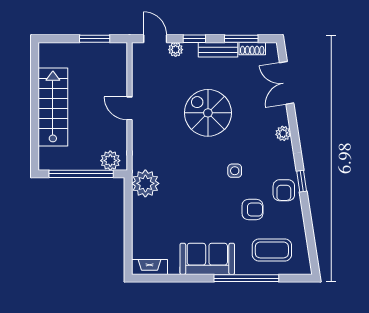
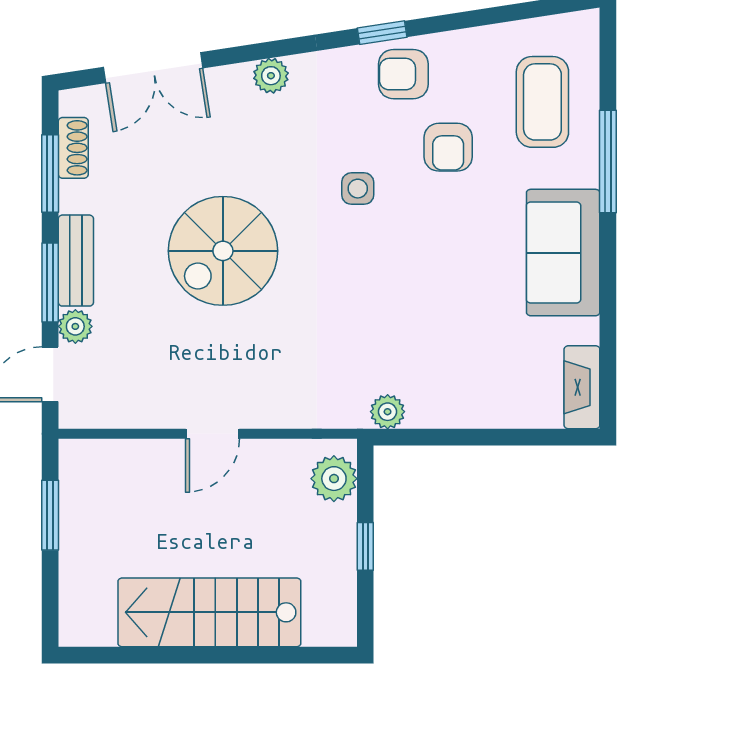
window: (194, 39) -> (50, 282), width x1.50
bench: (218, 50) -> (76, 261), moved
window: (81, 174) -> (365, 546), width x0.32
plant: (145, 183) -> (388, 412), width x0.53, depth x0.53
armchair: (284, 190) -> (403, 74), turned 180
armchair: (252, 209) -> (448, 147), turned 180
window: (246, 278) -> (608, 161), width x0.68

